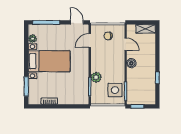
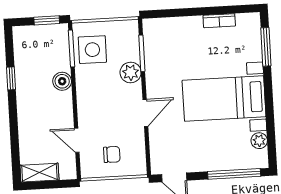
door: (90, 41) -> (145, 113), moved
boiler: (131, 63) -> (62, 81), moved

